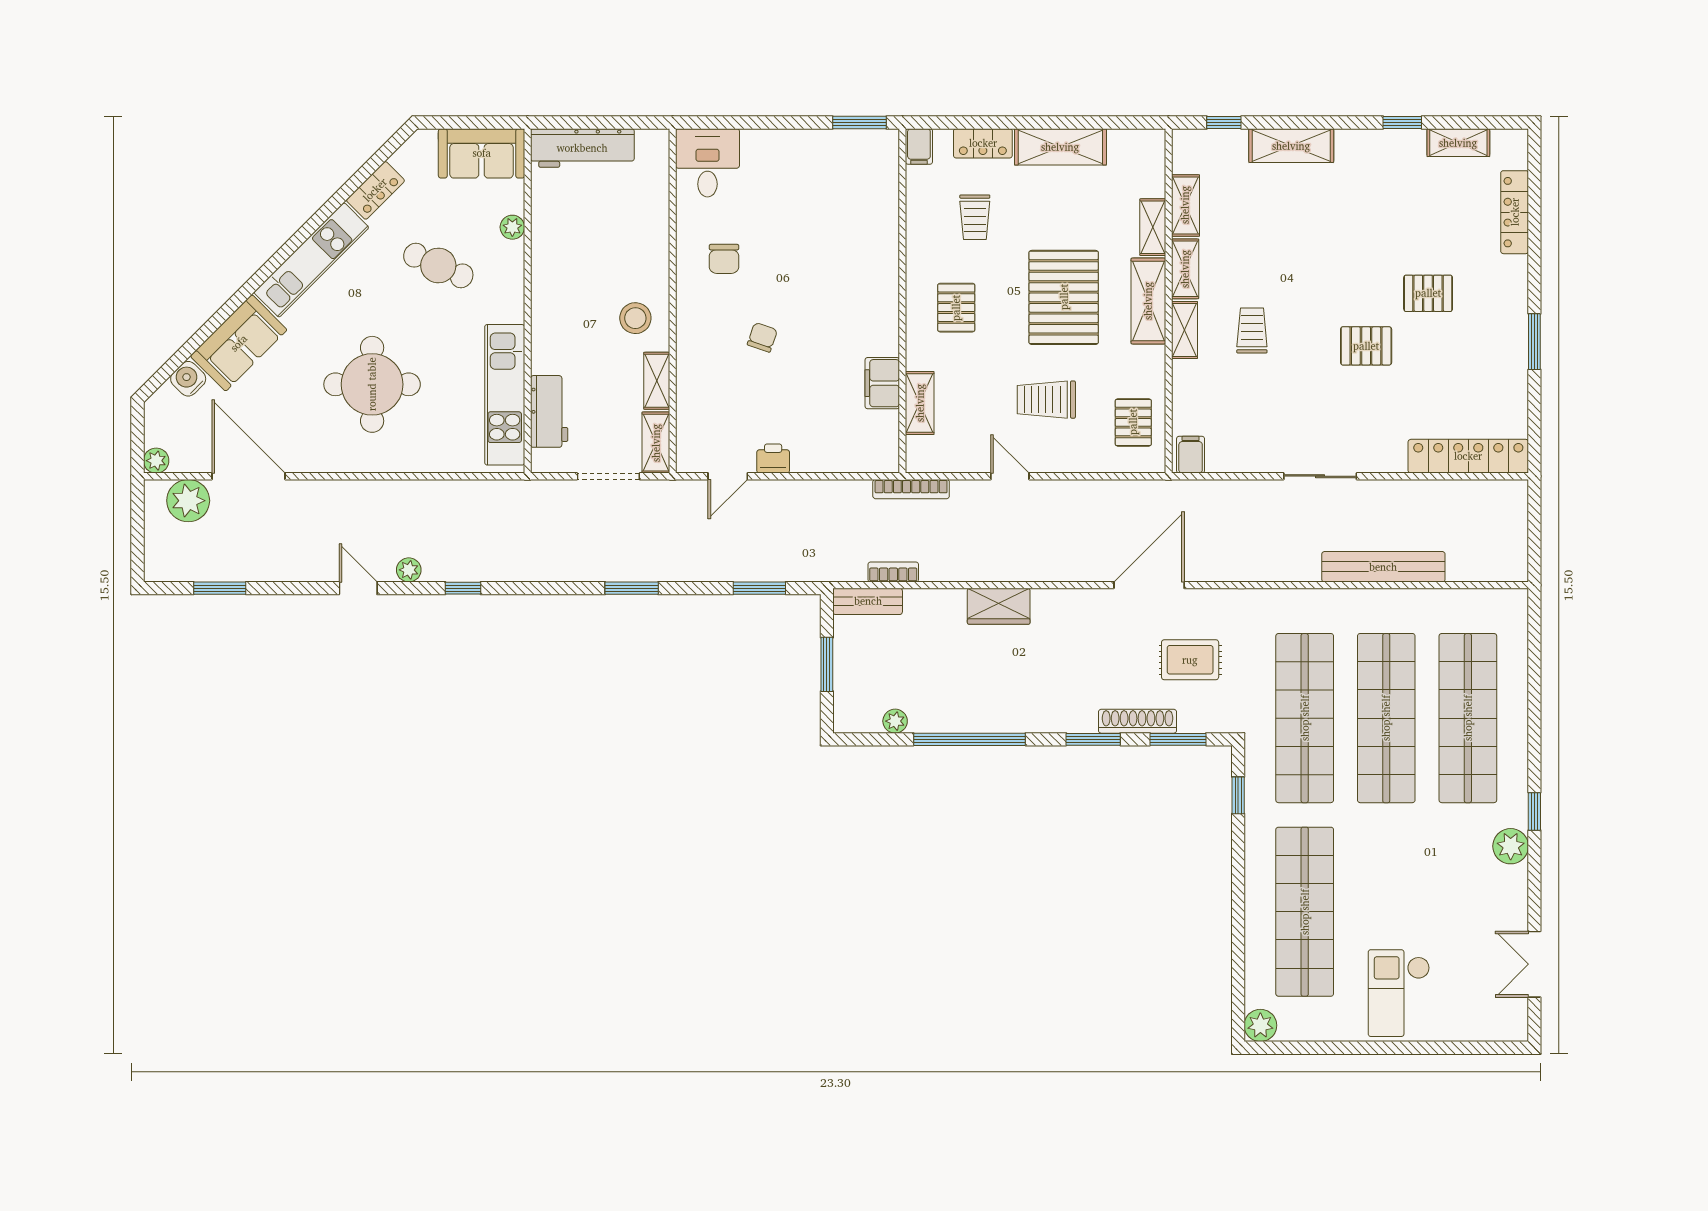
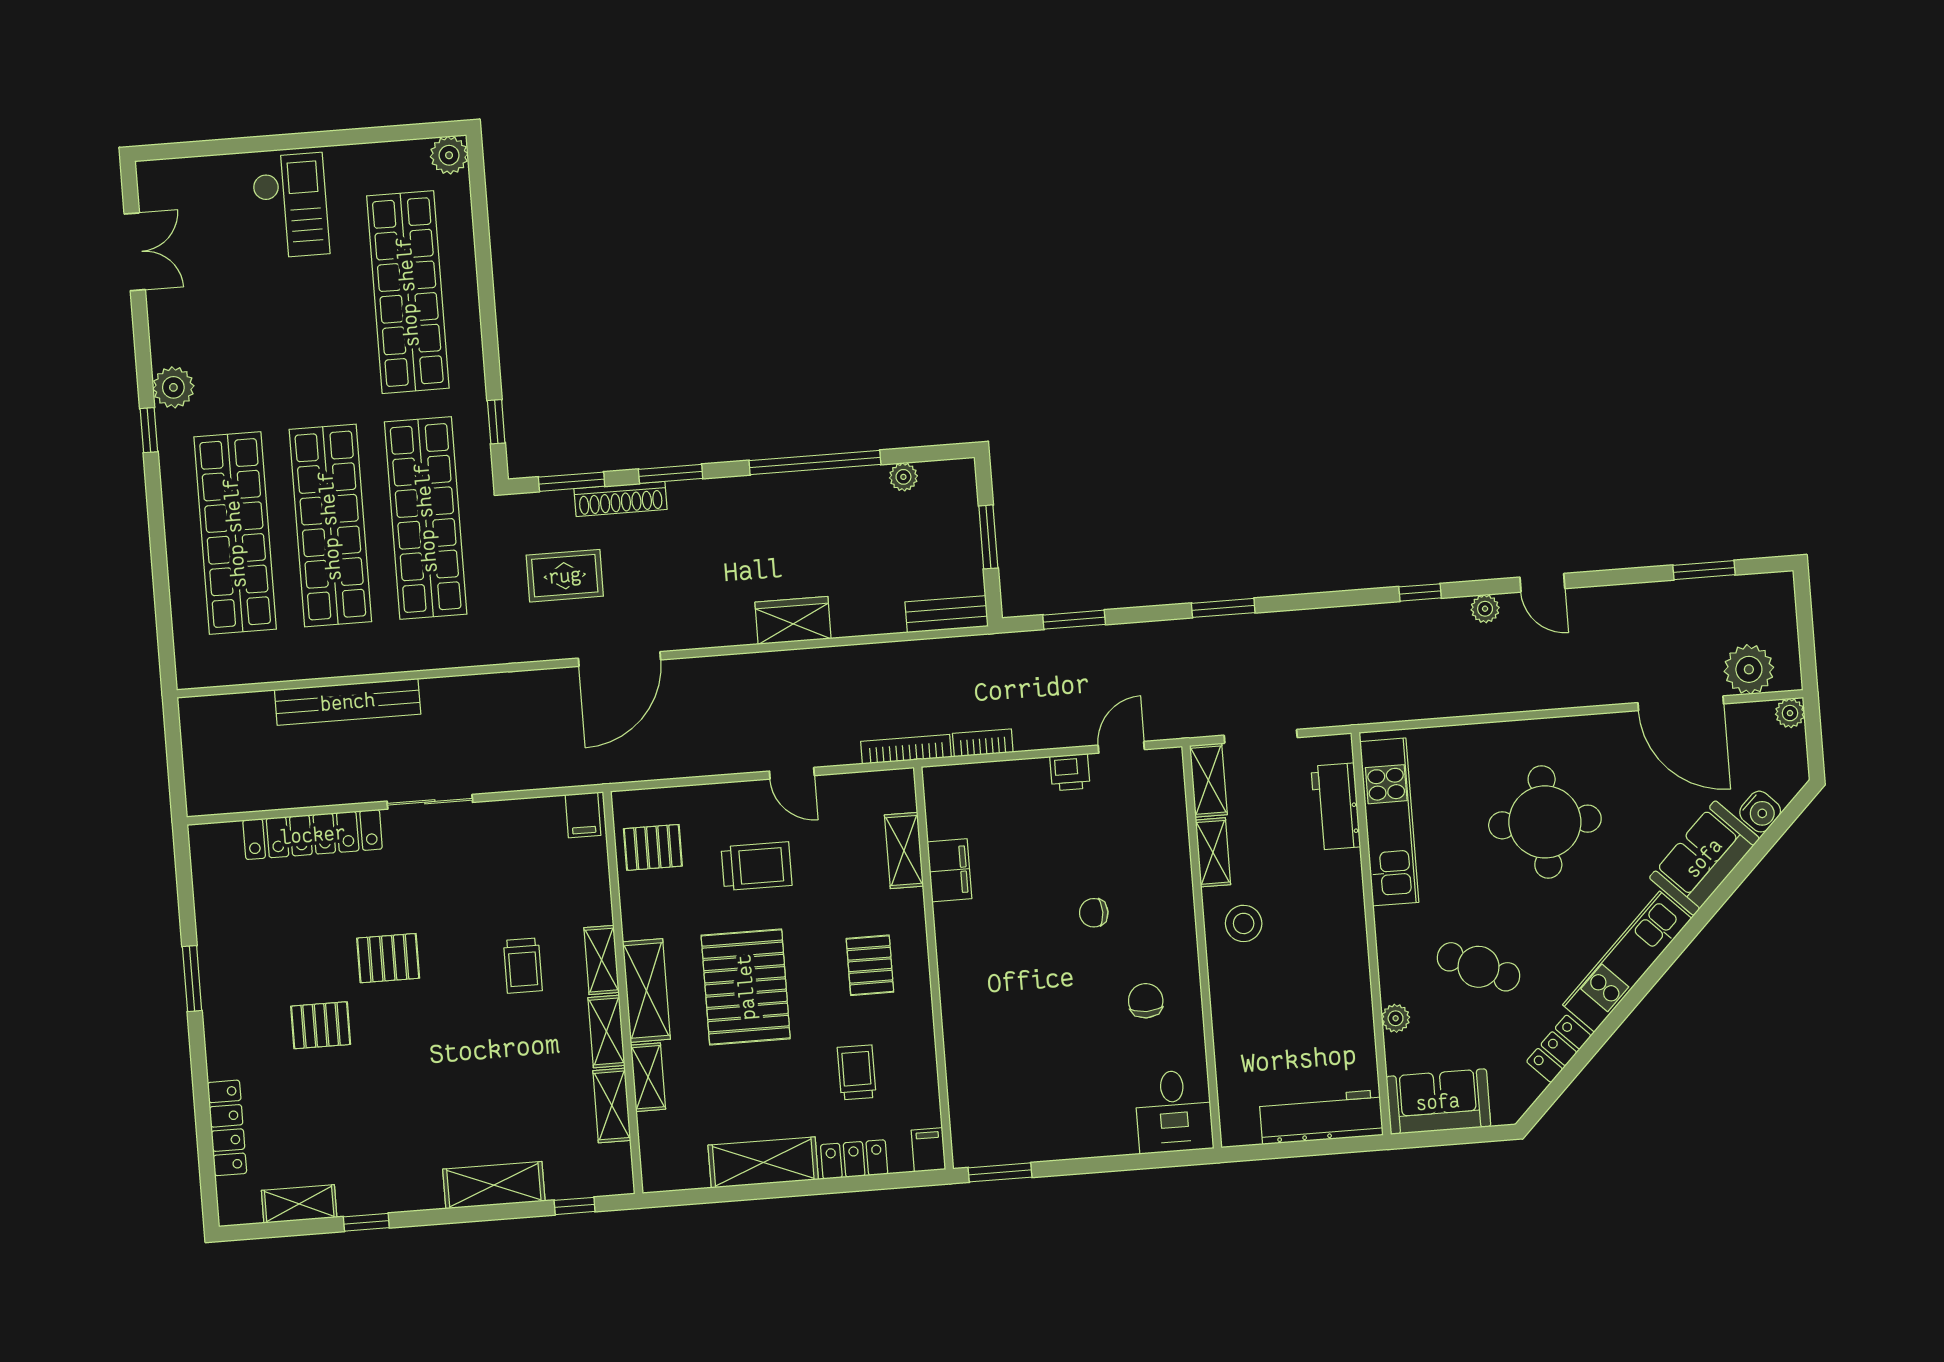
chair: (762, 337) -> (1094, 913), turned 71
pallet: (1133, 422) -> (653, 847), turned 90
locker: (1468, 456) -> (313, 835), moved
bookcase: (893, 572) -> (983, 743), moved, turned 180

